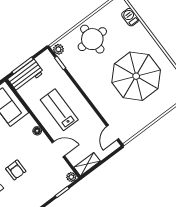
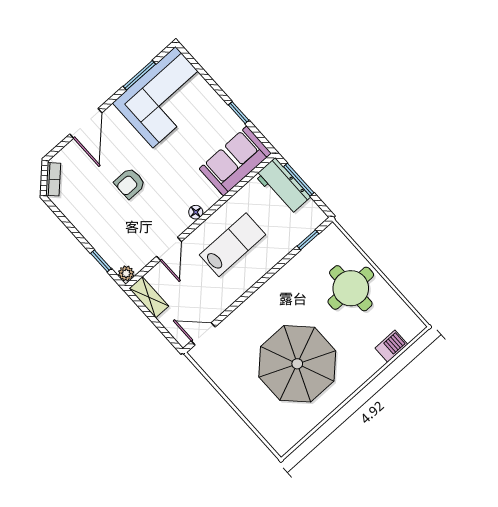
plant: (58, 49) -> (330, 235), removed

